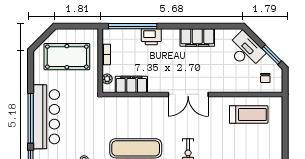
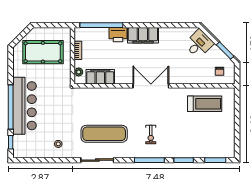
filing cabinet: (197, 37) -> (143, 35), moved
desk: (245, 50) -> (199, 44), width x0.73
double door: (188, 94) -> (151, 86), swing flipped

